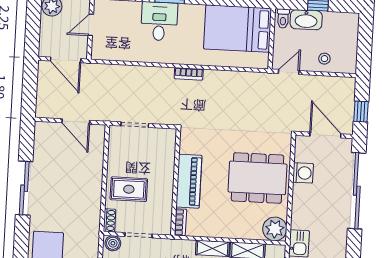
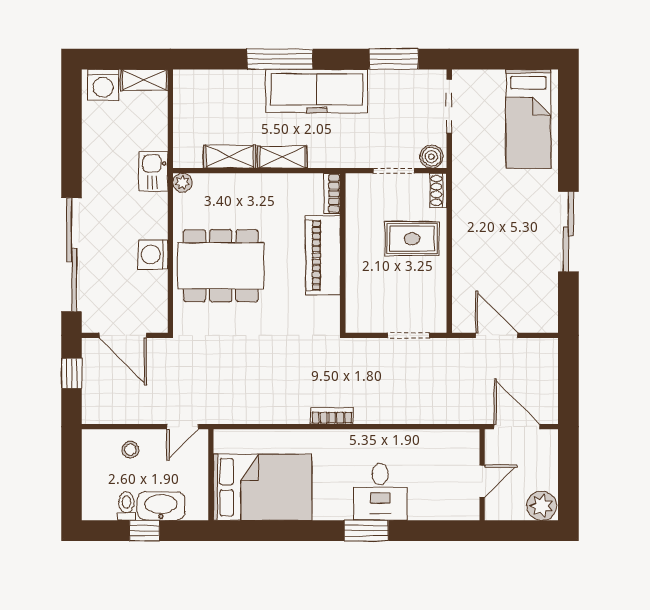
toilet: (283, 18) -> (126, 506), moved
washing machine: (303, 173) -> (153, 254), moved
plant: (275, 229) -> (182, 183), width x0.53, depth x0.53

